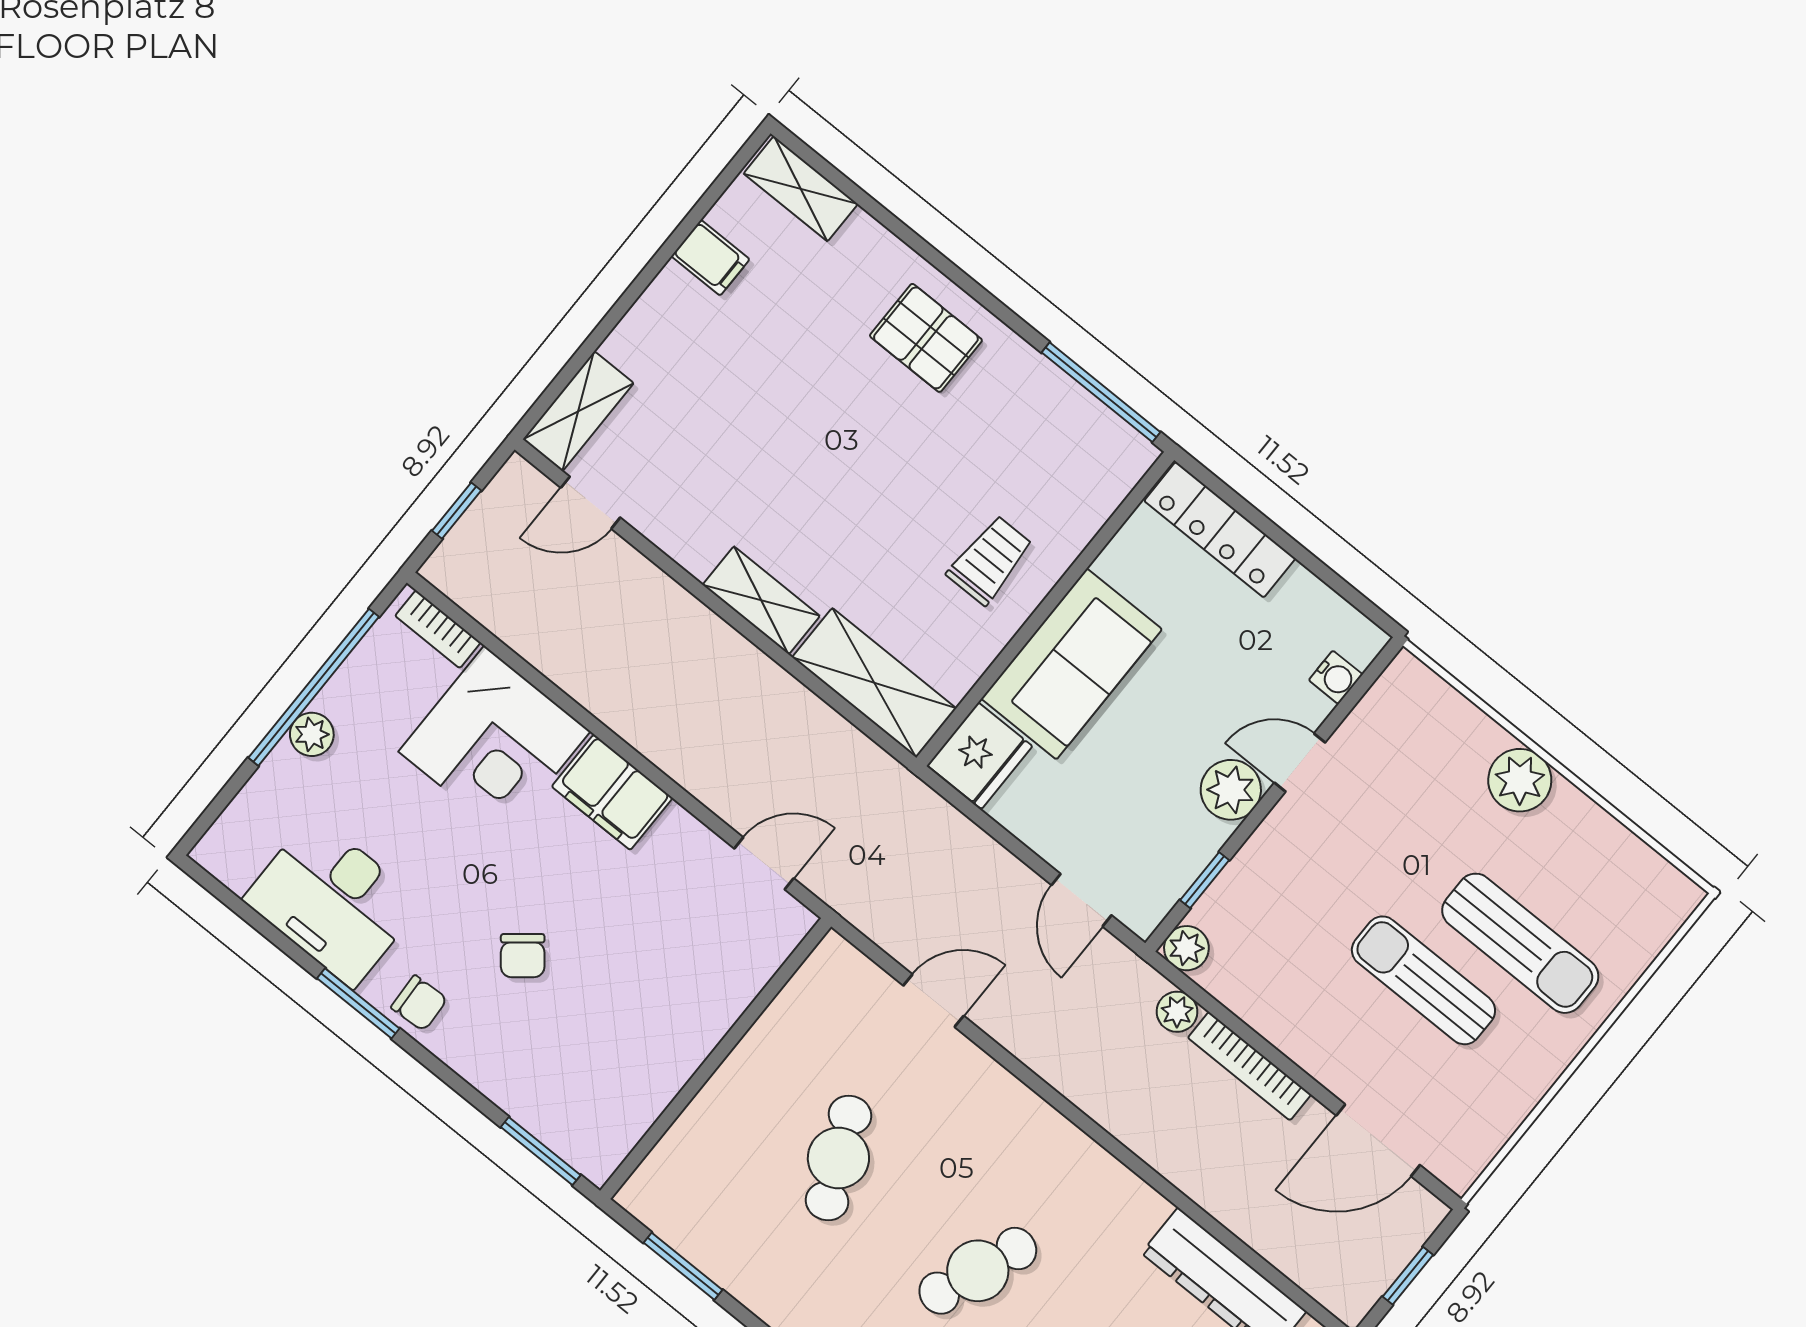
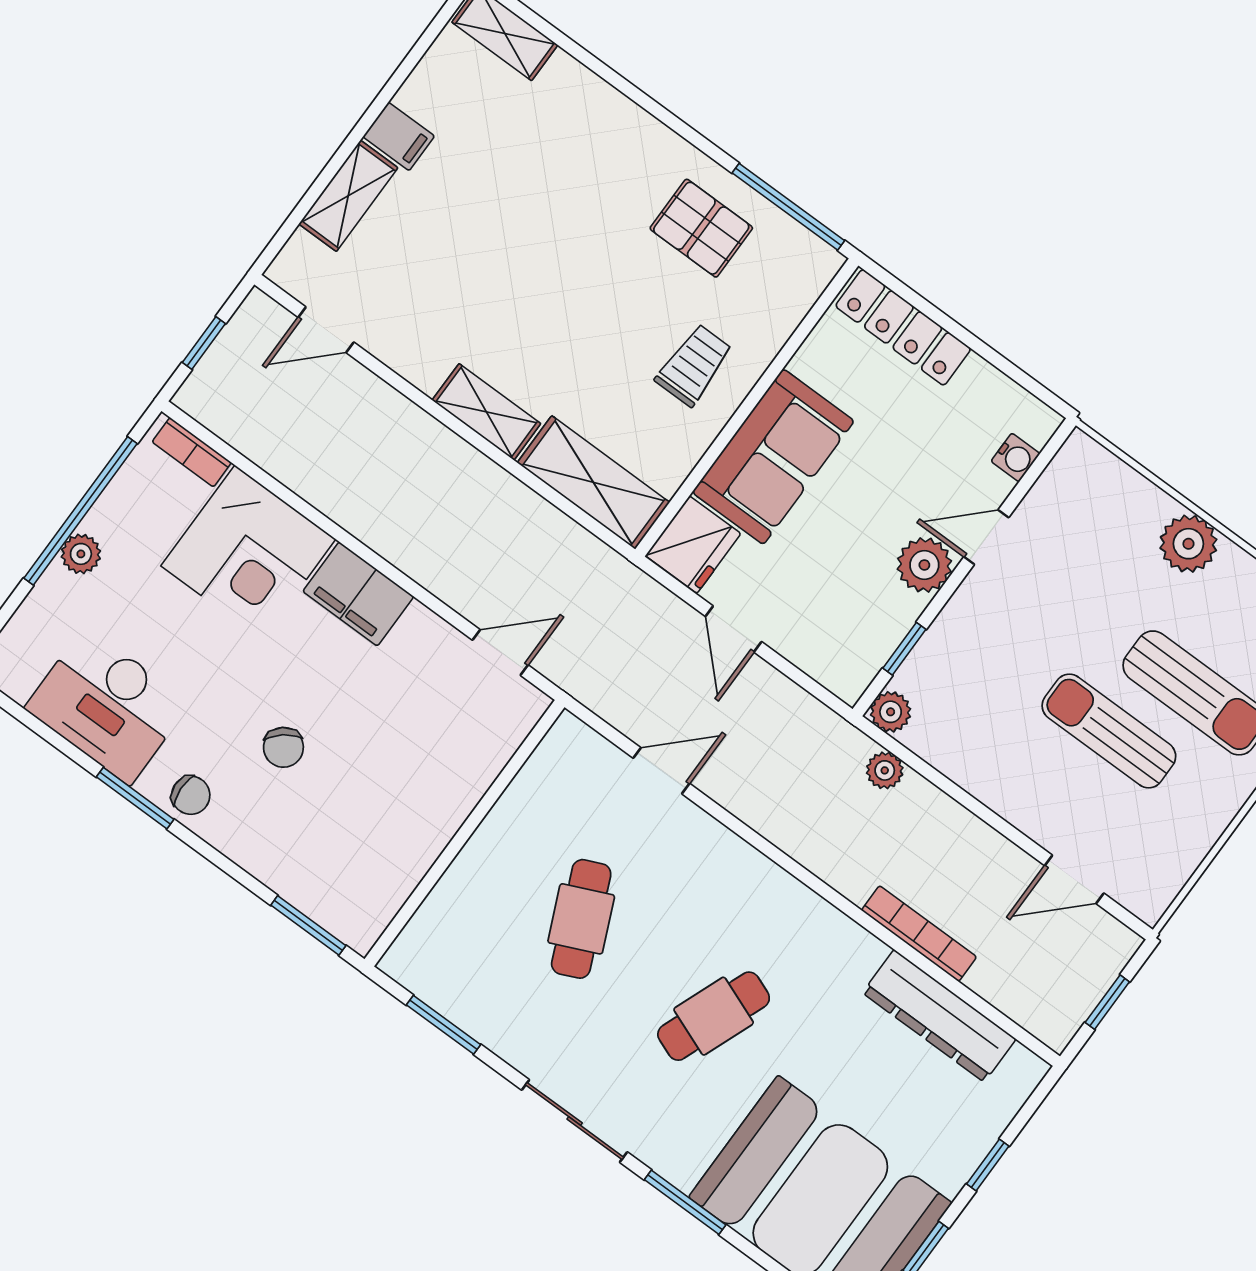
filing cabinet: (710, 258) -> (399, 136), moved
pallet: (926, 338) -> (701, 228), moved
shelving: (578, 411) -> (348, 196), moved
door: (1082, 900) -> (733, 629), moved
bookcase: (1249, 1066) -> (919, 934), moved, turned 180
door: (1378, 1140) -> (1074, 879), width x0.73

